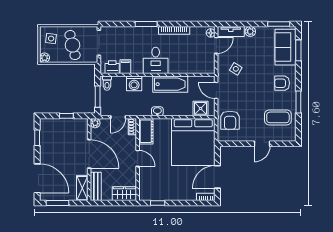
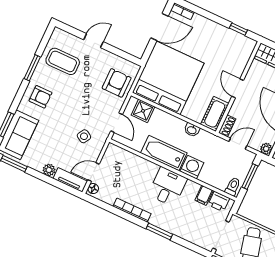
washing machine: (134, 83) -> (192, 167), moved

